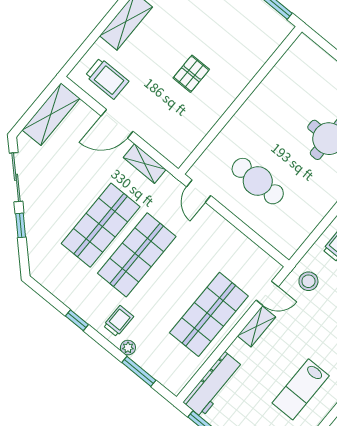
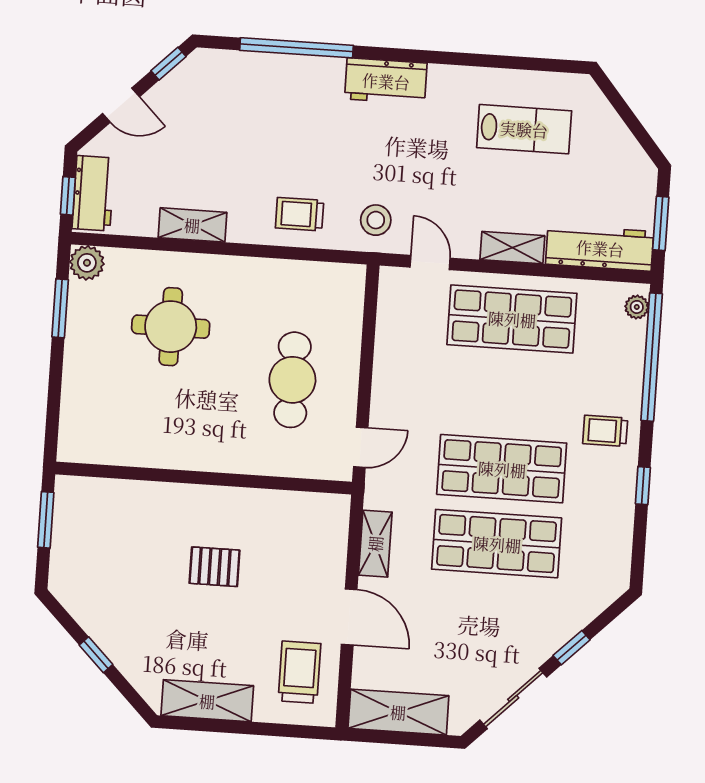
shelving: (256, 326) -> (512, 248), moved
plant: (128, 348) -> (637, 307), moved
window: (139, 371) -> (652, 357), width x2.11

